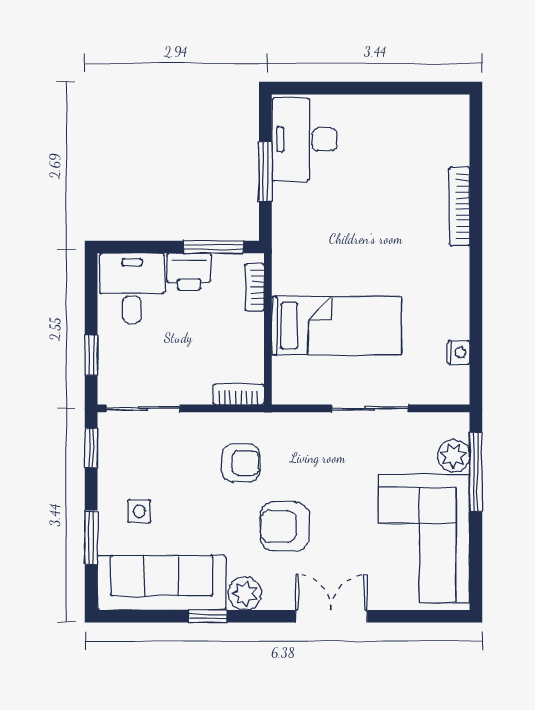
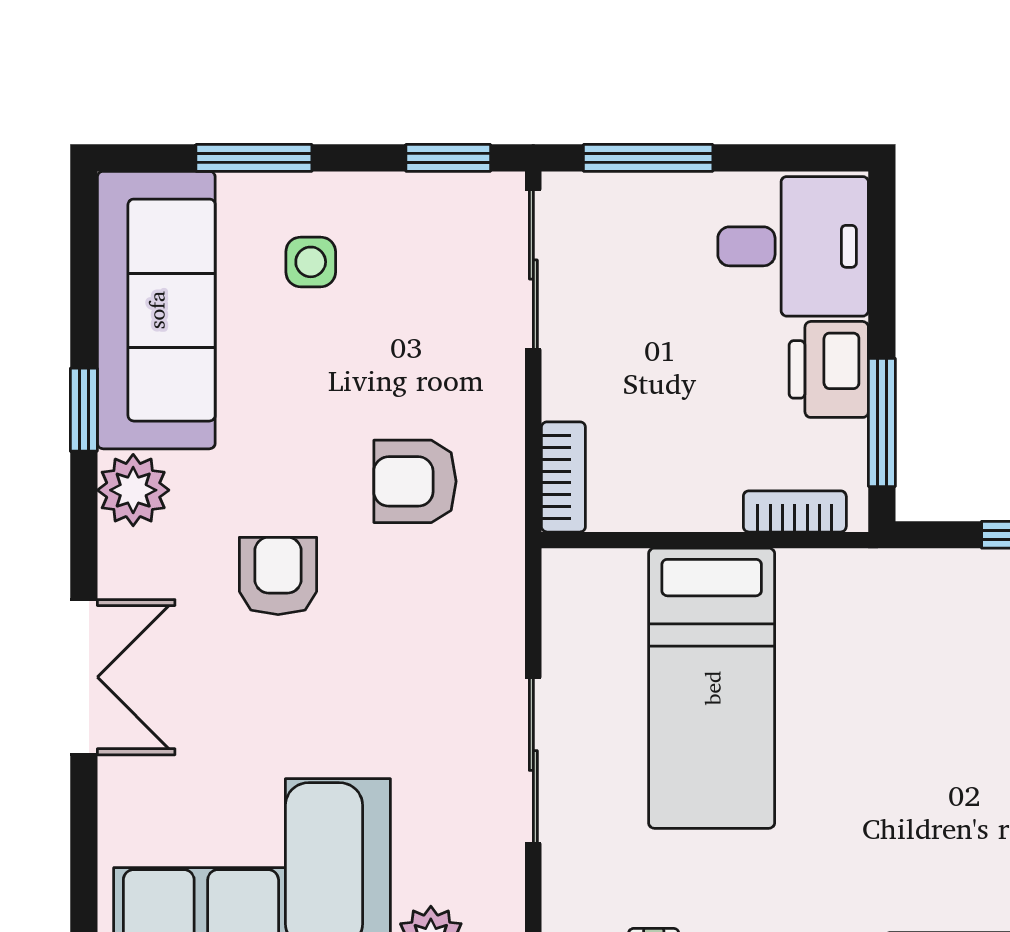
window: (91, 355) -> (648, 158), width x1.50
armchair: (241, 463) -> (415, 481), turned 90
armchair: (285, 526) -> (278, 576), width x0.72, depth x0.72

